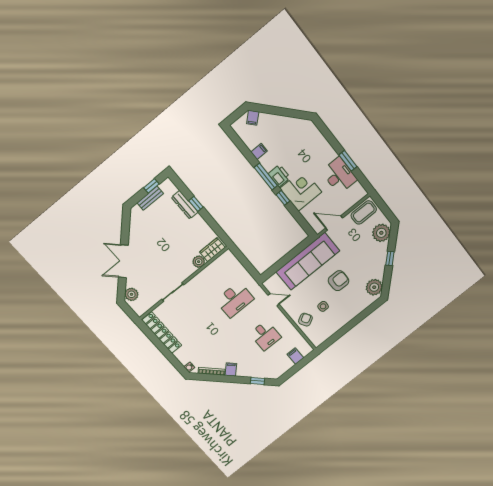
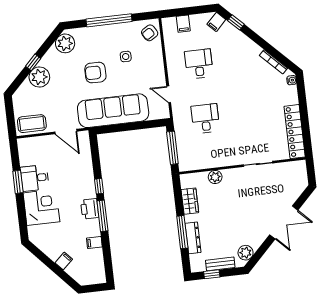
filing cabinet: (253, 118) -> (64, 261), moved
desk: (339, 176) -> (35, 178), width x0.73
corner desk: (301, 190) -> (41, 207), moved, turned 180
window: (196, 204) -> (182, 232), width x2.17
plant: (381, 233) -> (39, 77), moved
wardrobe: (212, 250) -> (190, 201), moved, turned -90
window: (245, 263) -> (172, 148), added
plant: (131, 294) -> (246, 253), moved
desk: (235, 300) -> (205, 119), width x0.73
armchair: (305, 320) -> (150, 33), moved
window: (352, 324) -> (109, 20), added
filing cabinet: (231, 369) -> (216, 22), moved

